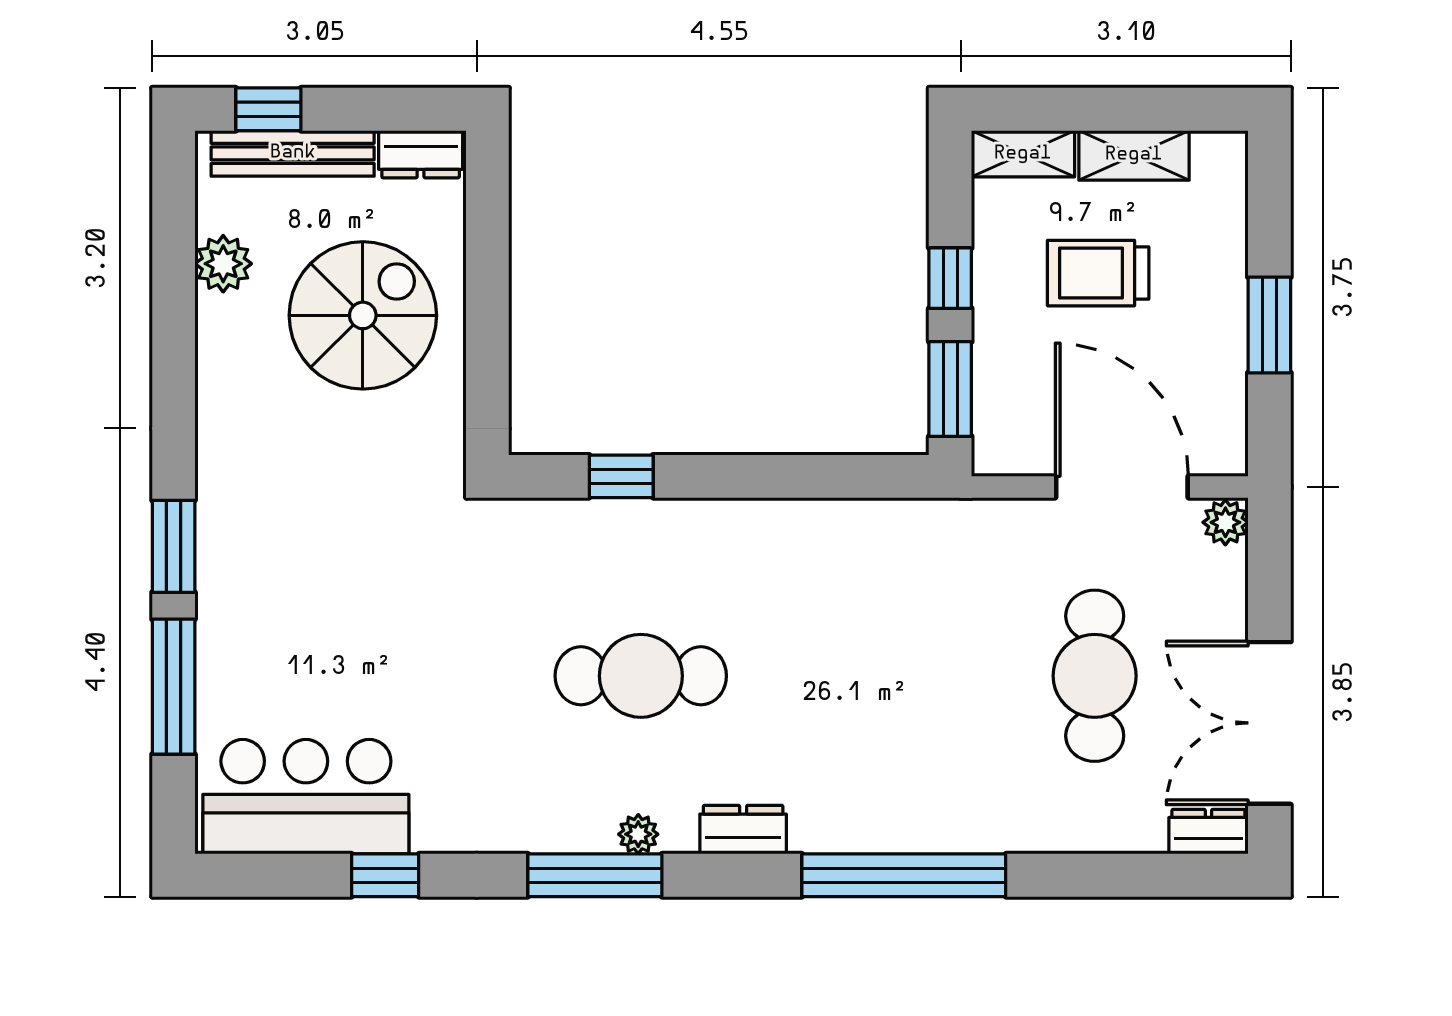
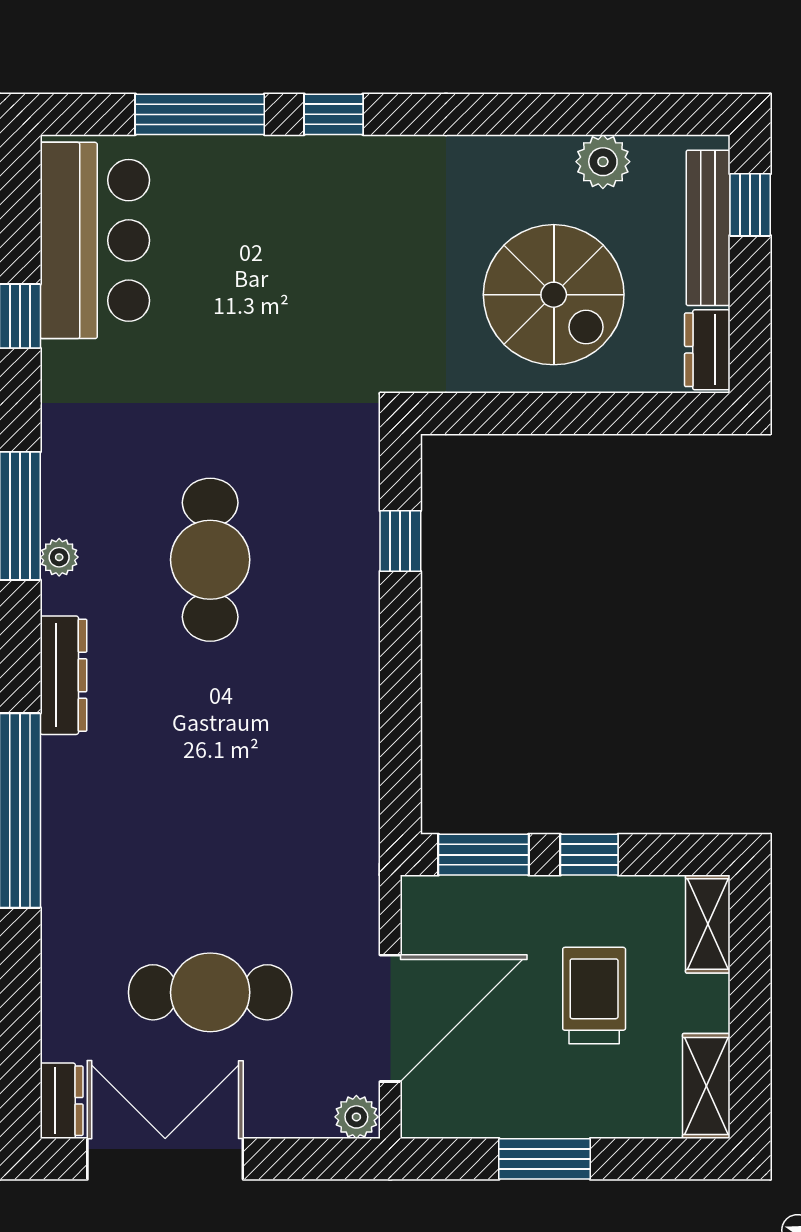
shelving: (1134, 155) -> (706, 1086), moved
window: (174, 546) -> (334, 114), width x0.67
dresser: (743, 830) -> (63, 675), width x1.44

